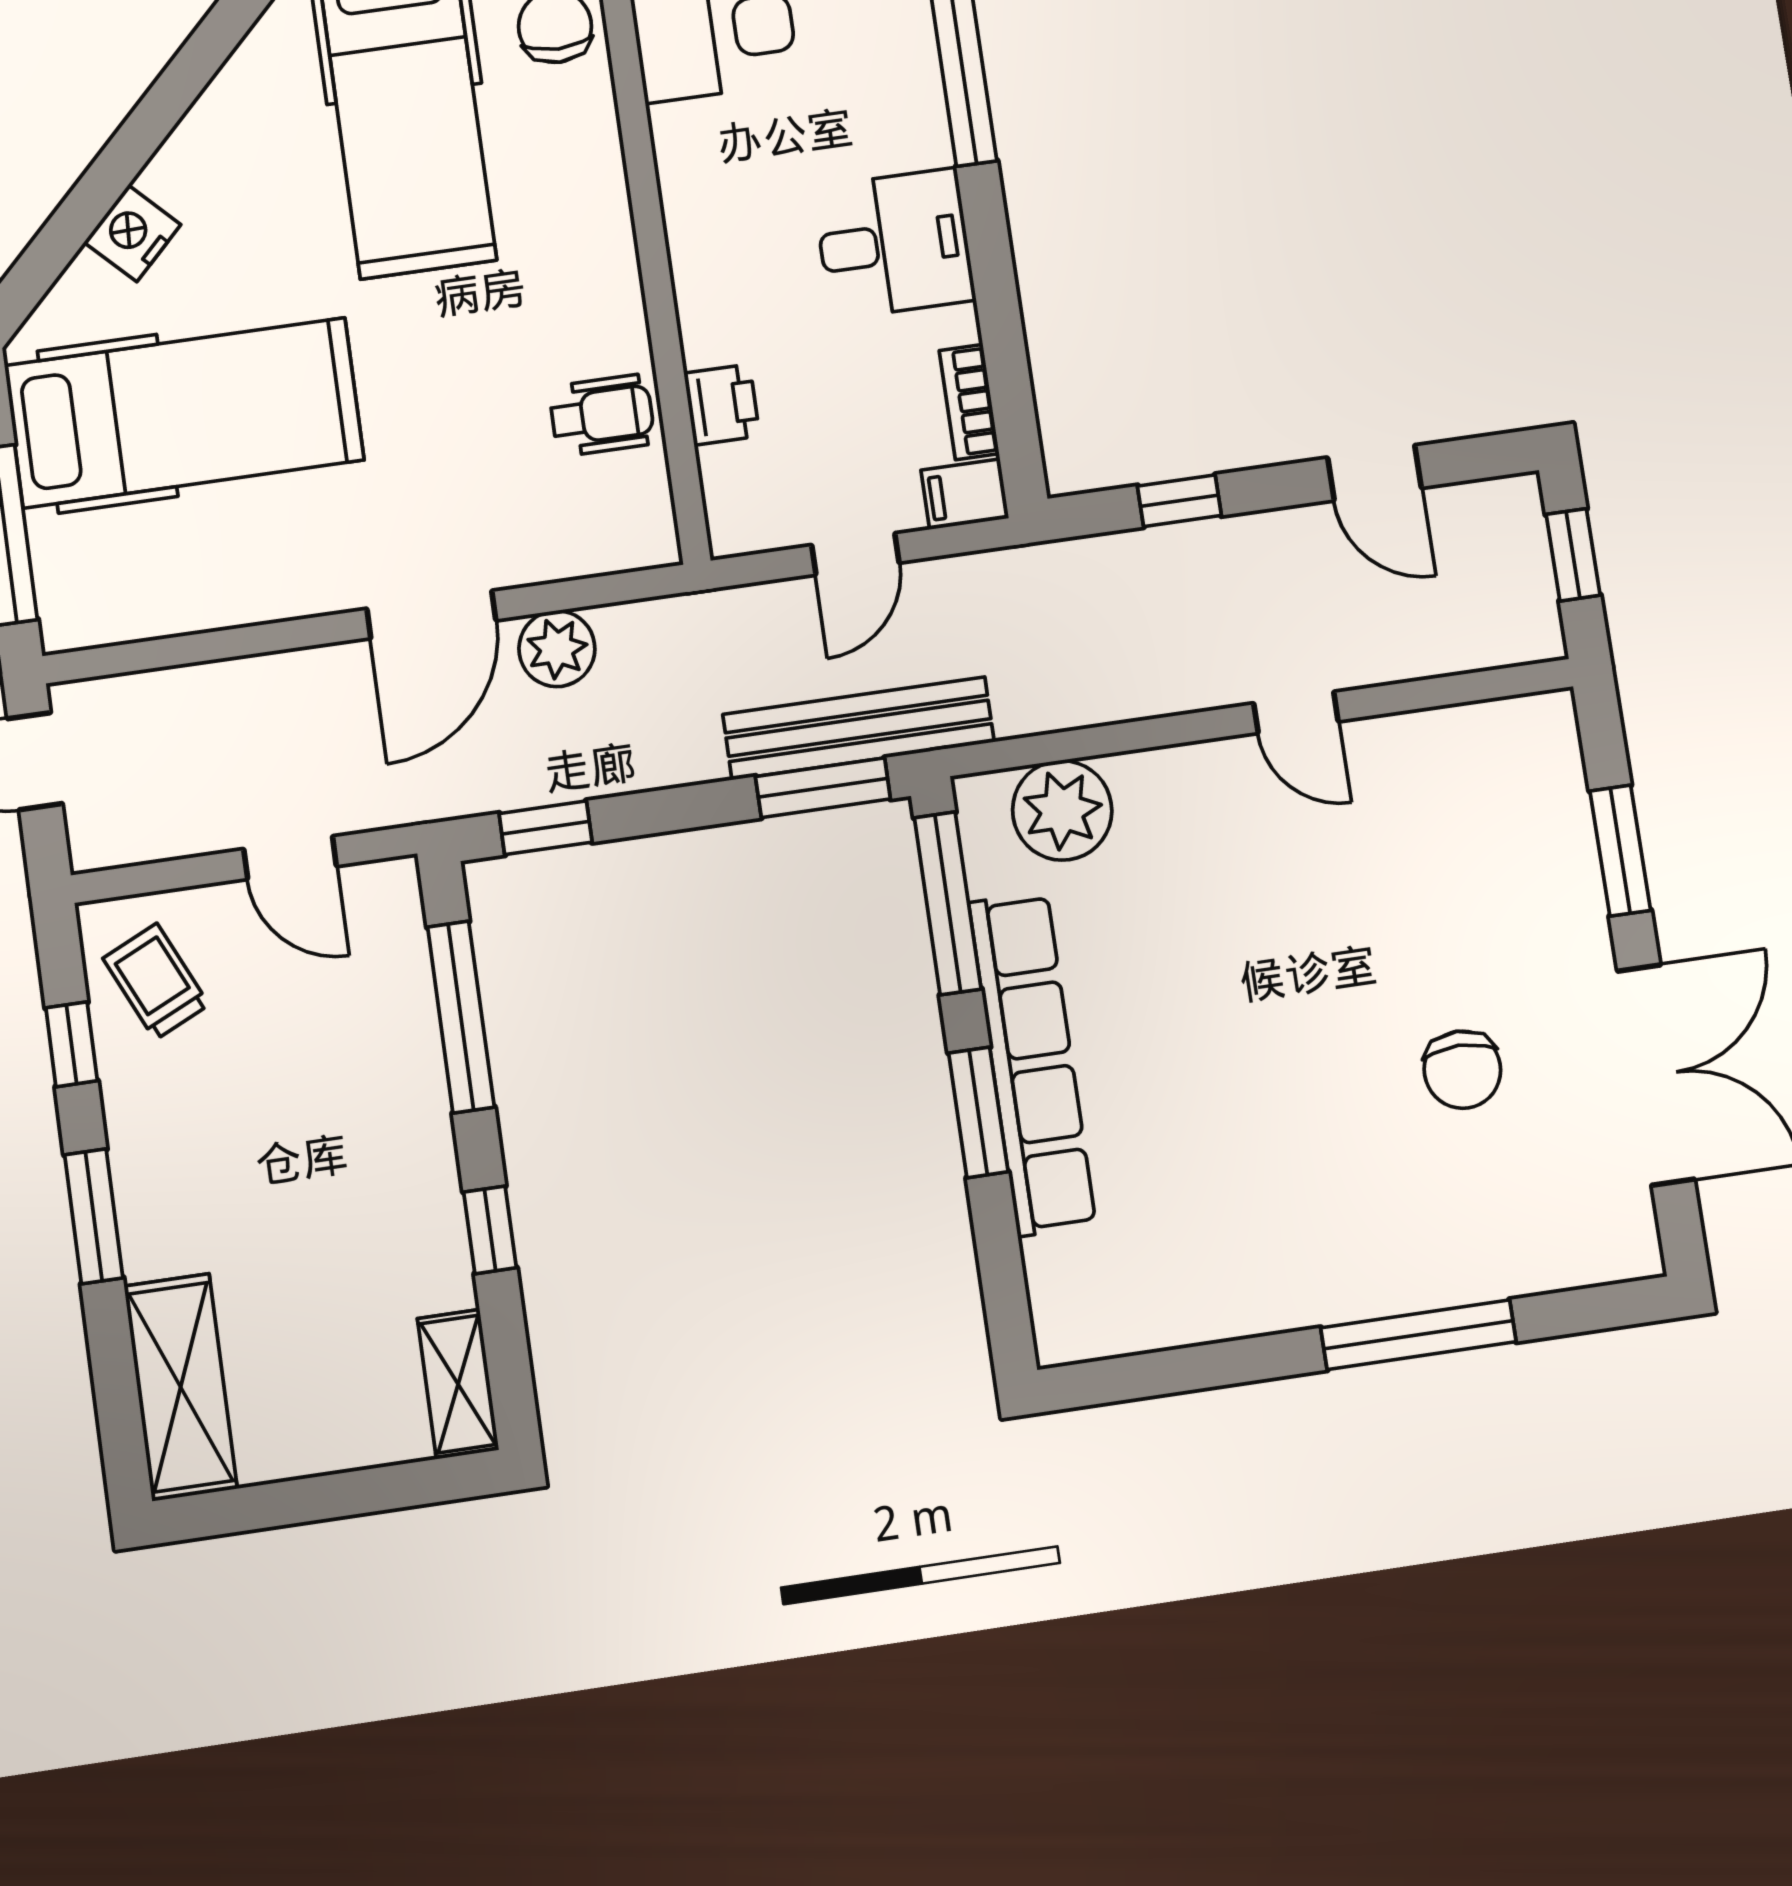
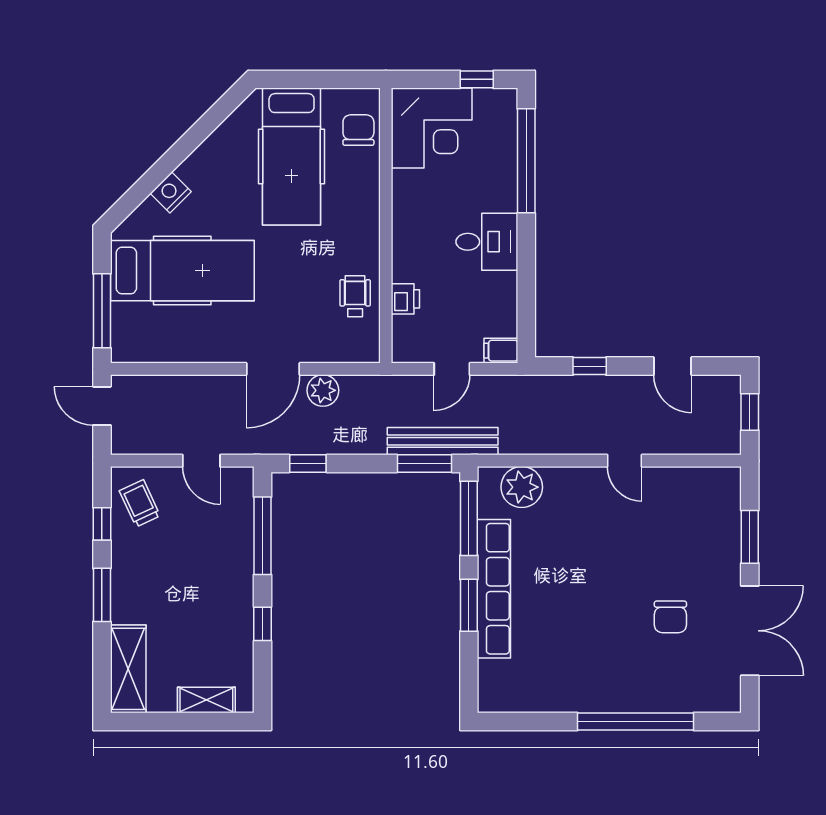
bookcase: (969, 402) -> (508, 312), removed
wheelchair: (602, 415) -> (355, 296), turned -90
window: (1418, 1335) -> (636, 722), width x1.46
shelving: (458, 1384) -> (206, 700), moved, turned 90

